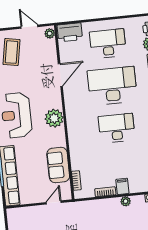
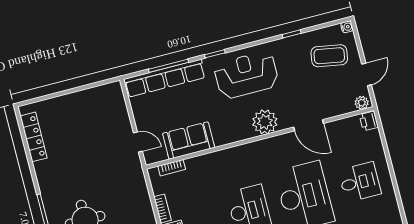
printer: (70, 32) -> (369, 121), width x0.53, depth x0.68
desk: (108, 44) -> (360, 182), width x0.73
plant: (54, 118) -> (265, 122), moved

